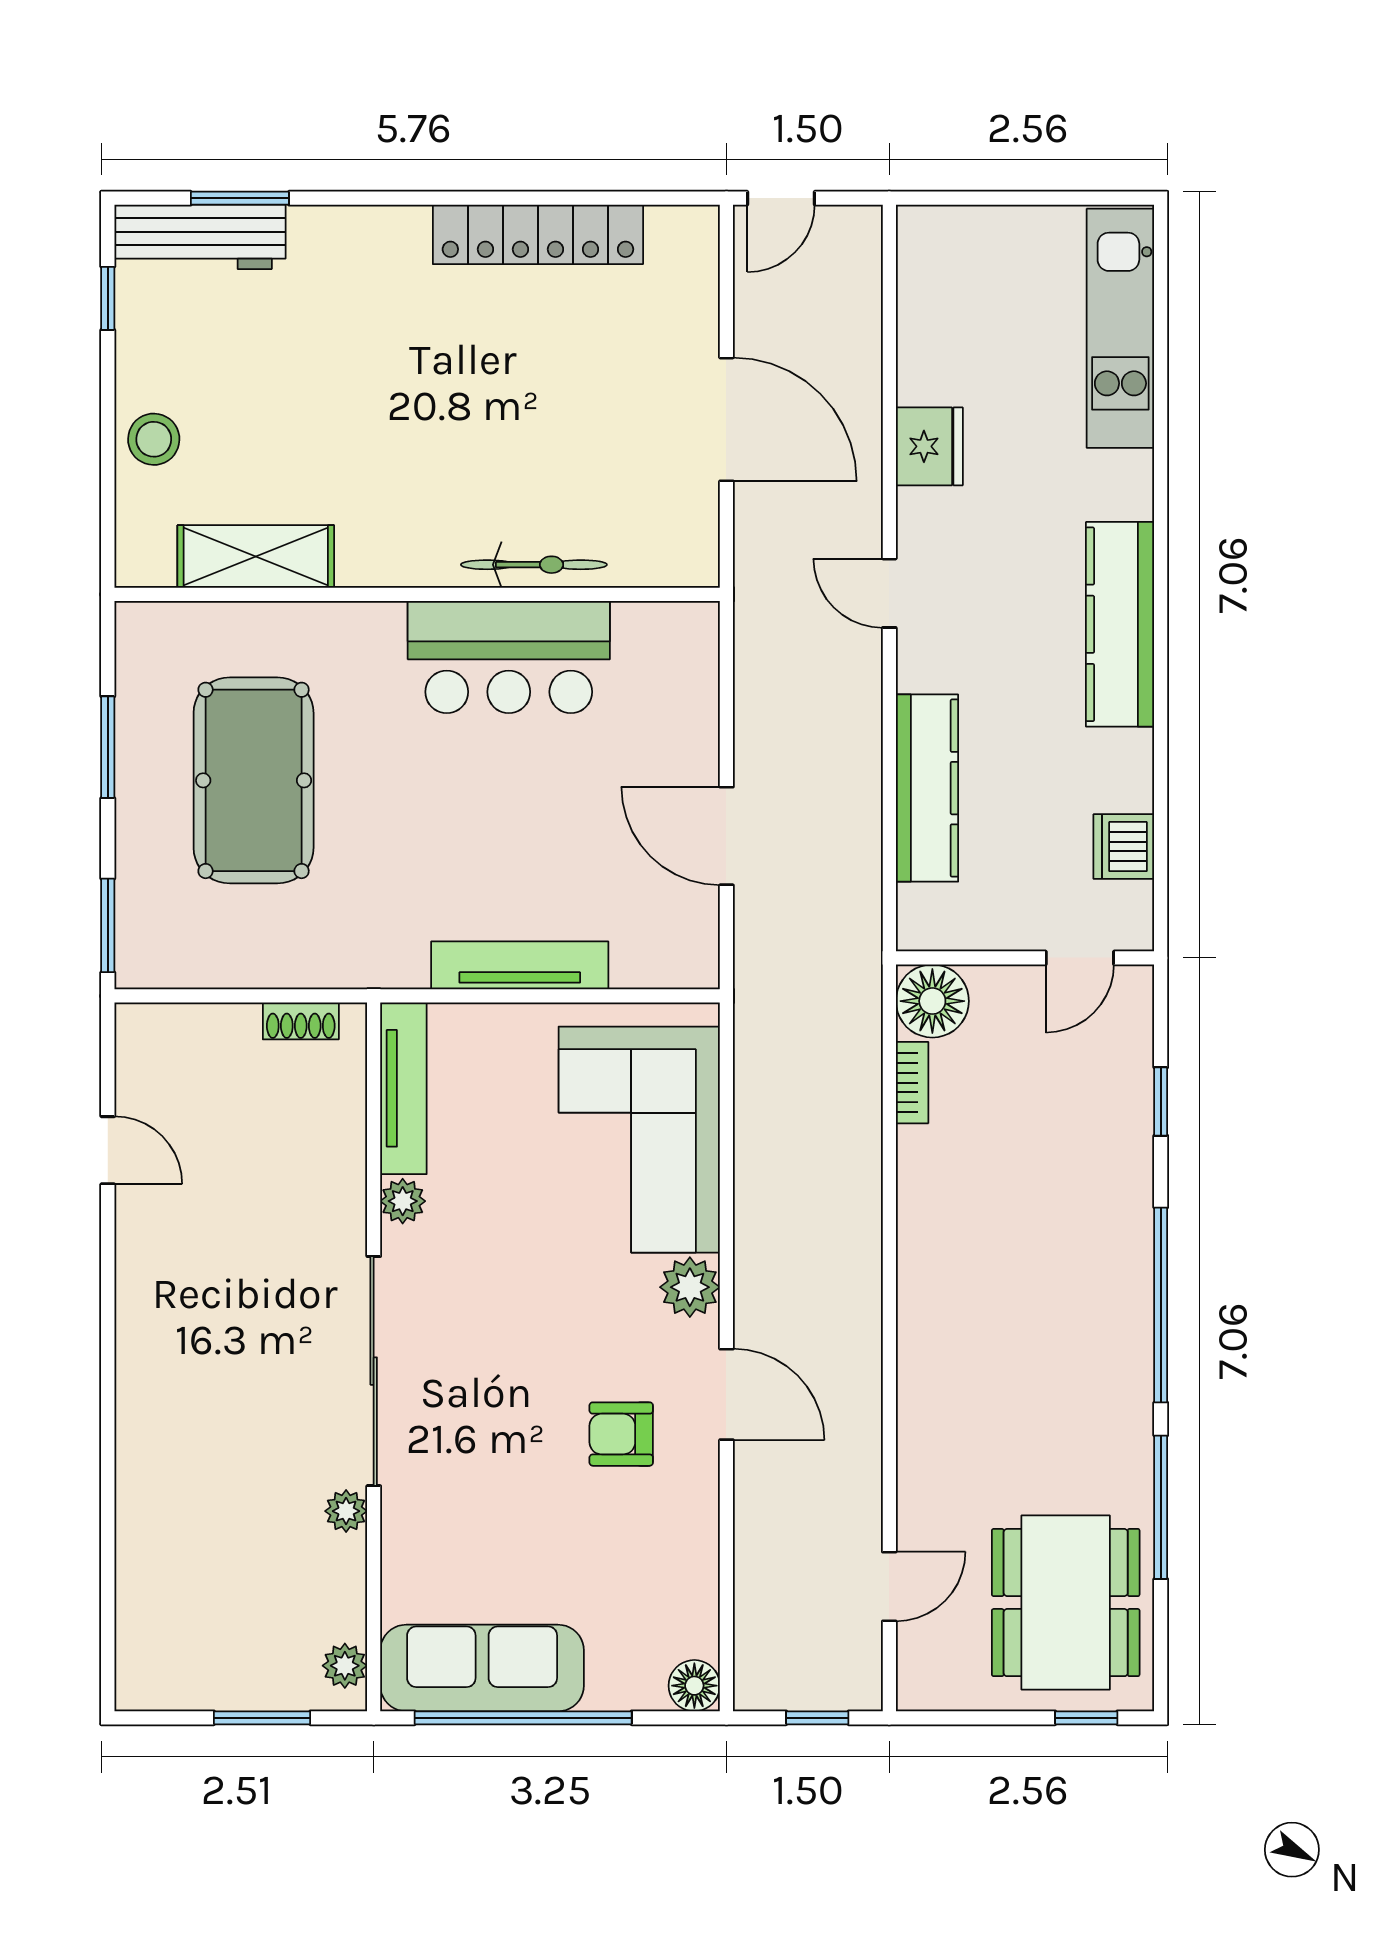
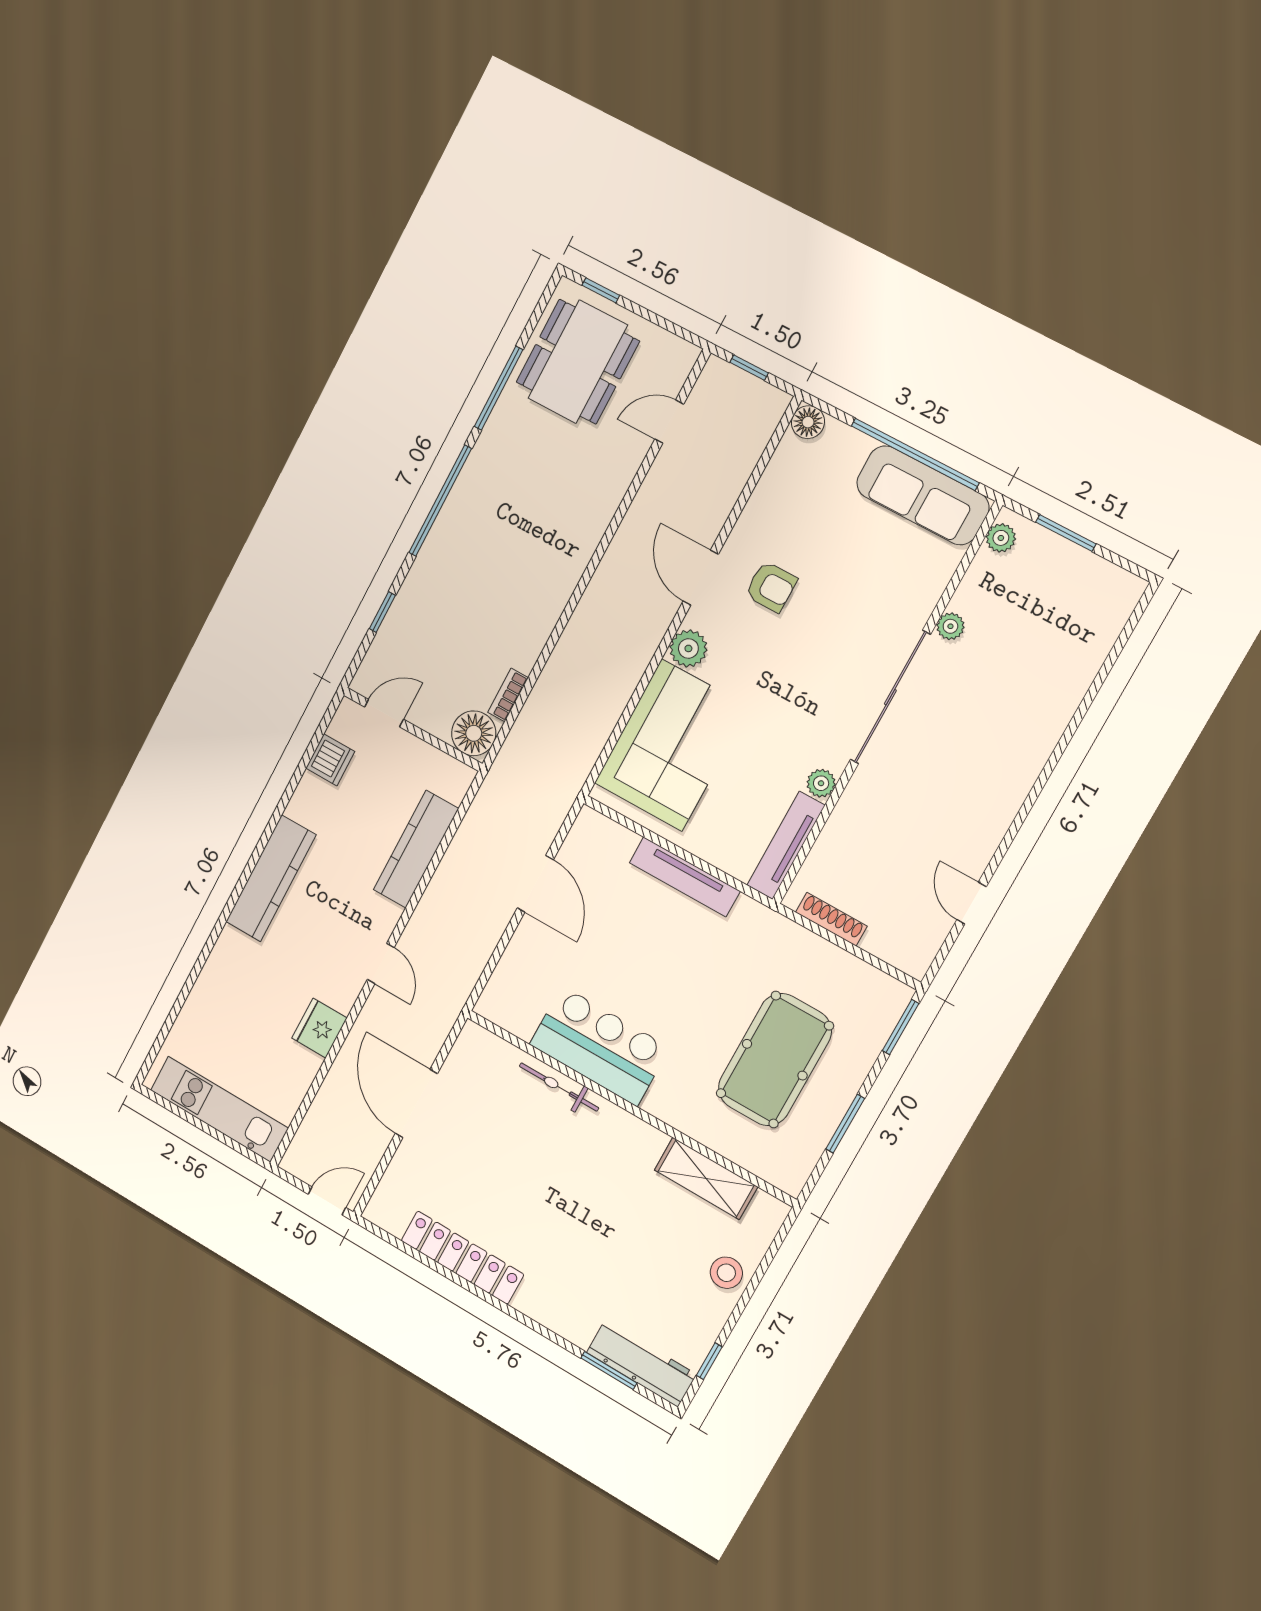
kitchen unit: (1120, 328) -> (219, 1109), moved, turned -90
shoe rack: (301, 1021) -> (831, 919), width x1.43

